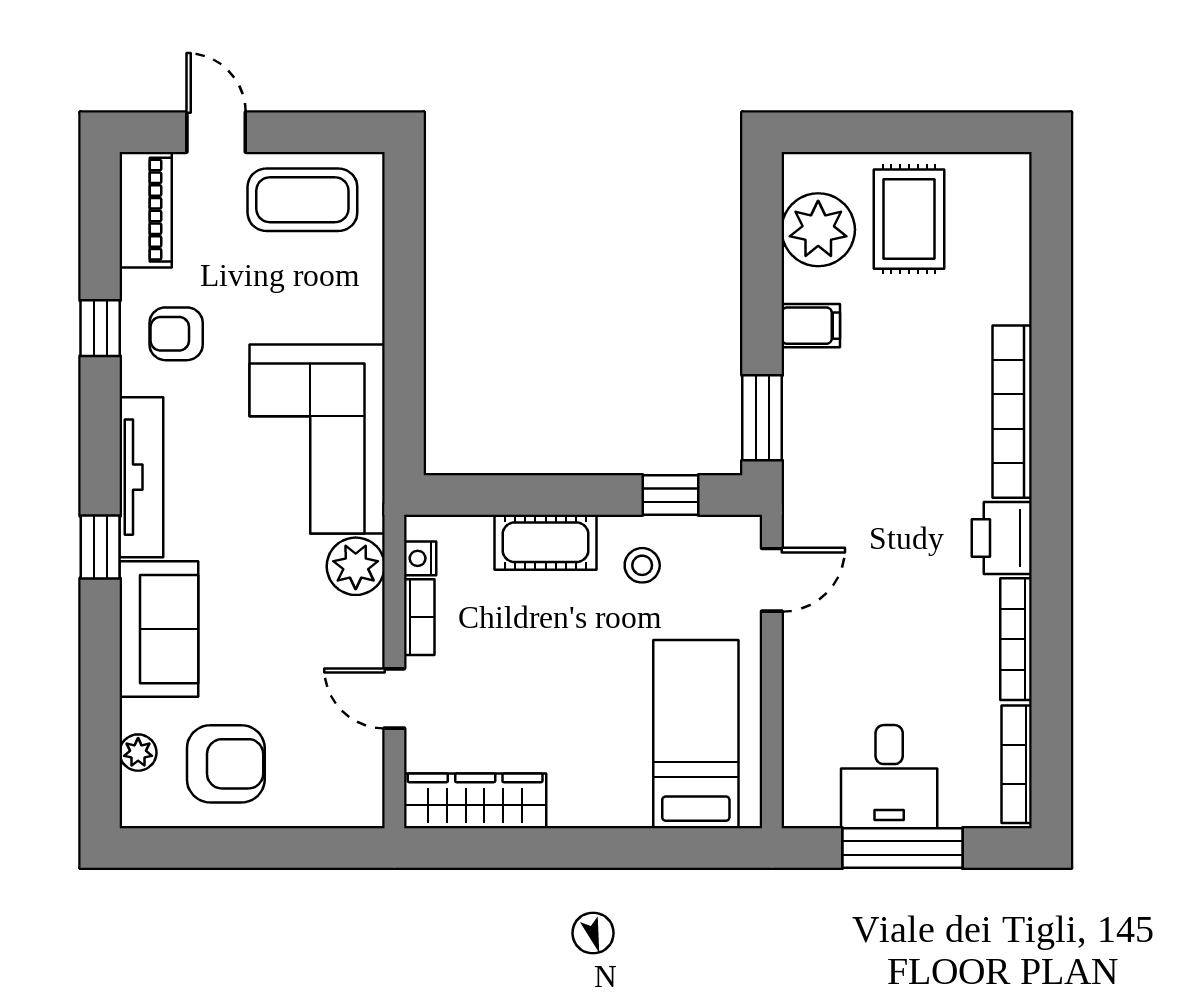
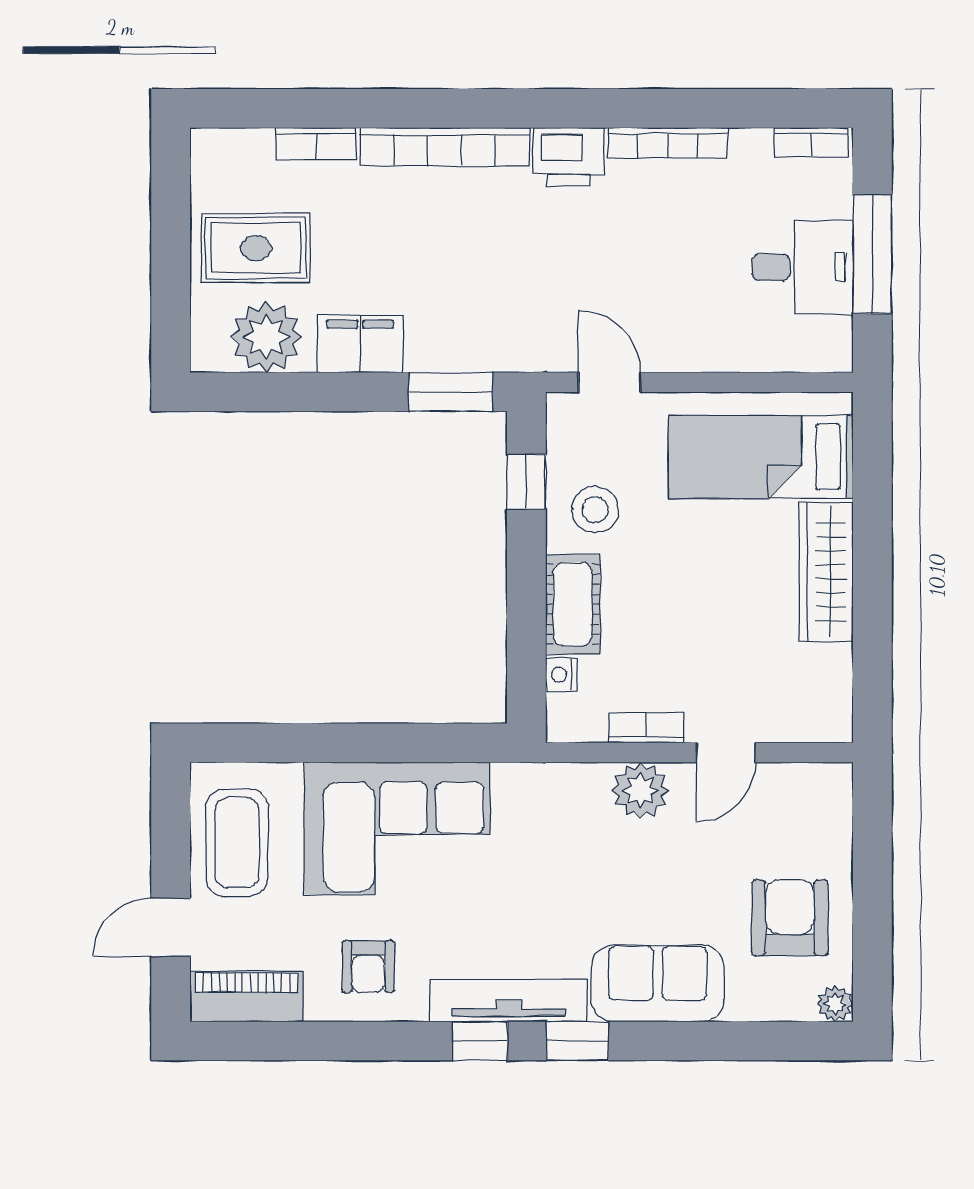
bookcase: (1015, 281) -> (316, 144), added
filing cabinet: (811, 326) -> (360, 344), width x2.00
window: (100, 328) -> (480, 1041), moved
corner sofa: (317, 439) -> (397, 828), moved
nightstand: (420, 558) -> (561, 675), moved, turned 90
stool: (642, 565) -> (595, 510), width x1.37, depth x1.37
plant: (356, 566) -> (640, 790), moved
plant: (138, 753) -> (835, 1004), moved
bookcase: (1017, 764) -> (811, 142), width x0.64
wardrobe: (475, 801) -> (826, 572), moved

